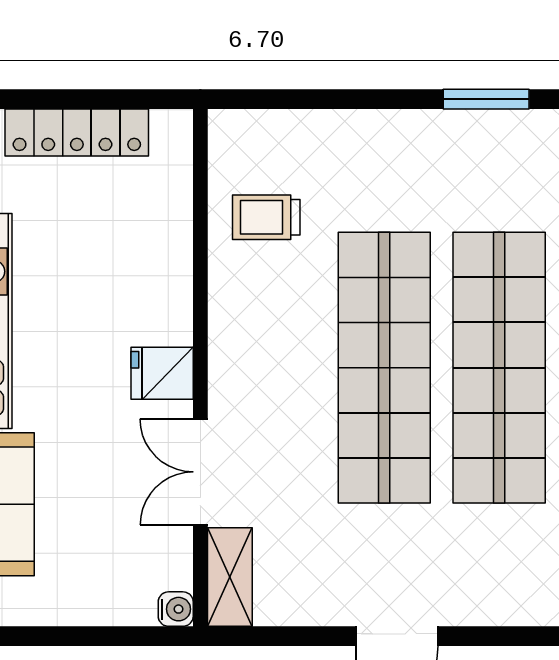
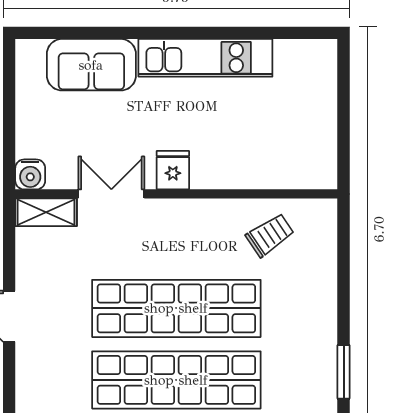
locker: (77, 133) -> (323, 117), removed
trolley: (266, 217) -> (270, 235), turned 56
water cooler: (176, 609) -> (30, 174), width x1.38, depth x1.38

